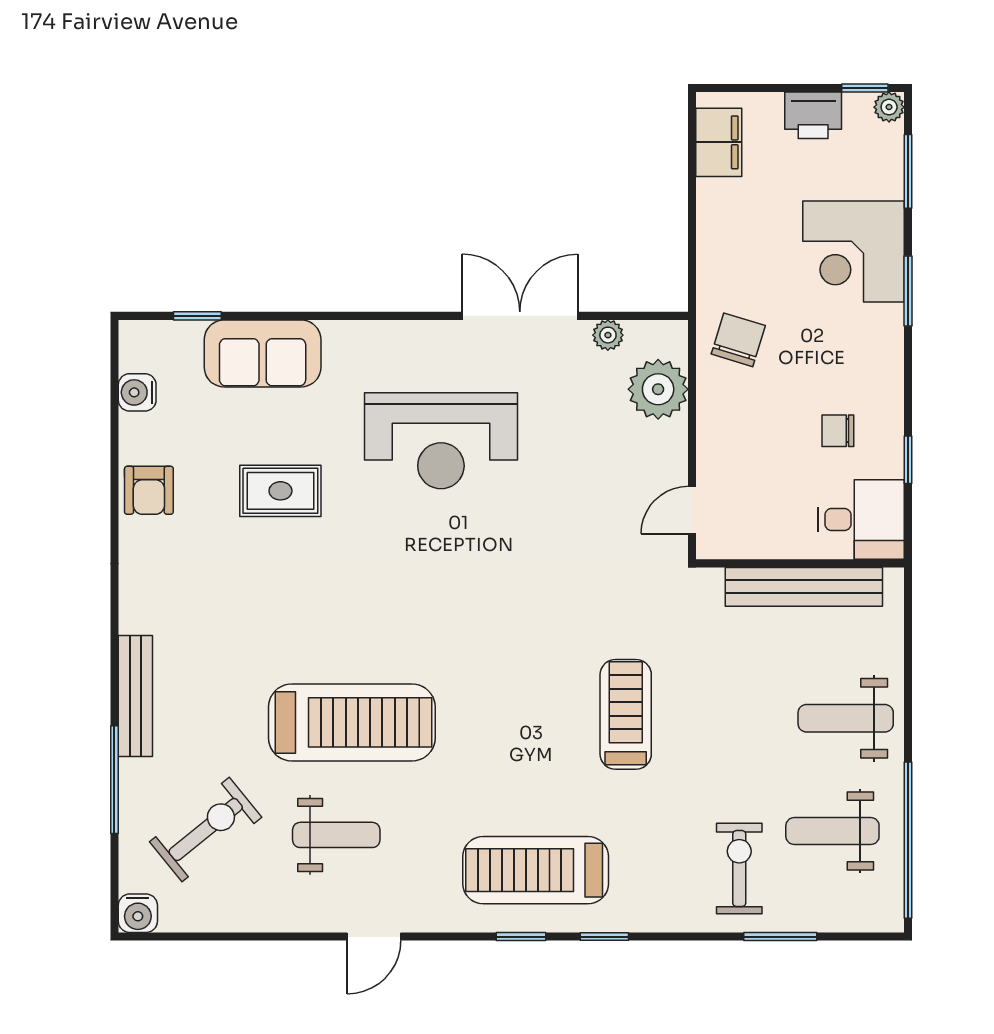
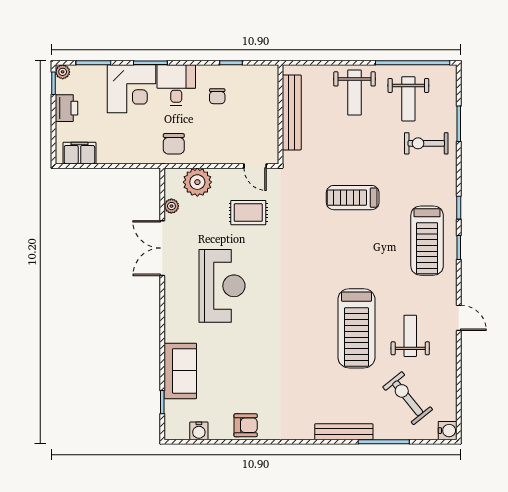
chair: (738, 340) -> (174, 144), turned -107
rug: (280, 491) -> (248, 213), moved, turned 90
desk: (861, 520) -> (176, 85), moved
treadmill: (352, 722) -> (356, 328), turned 180

